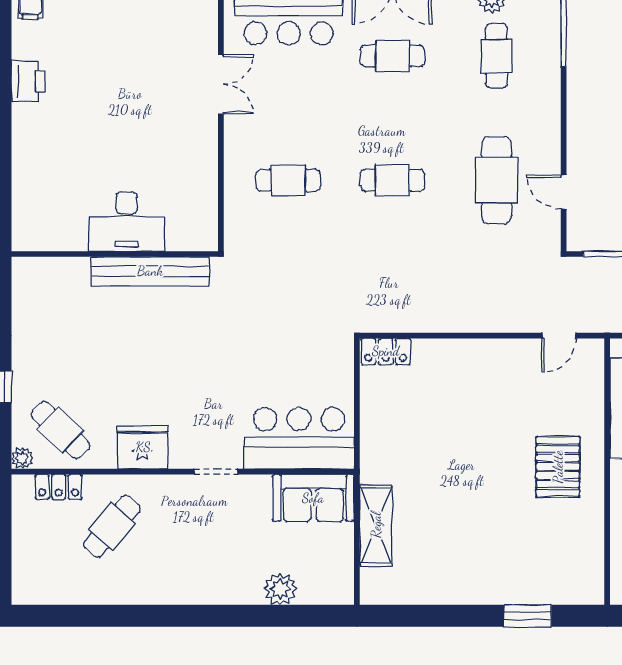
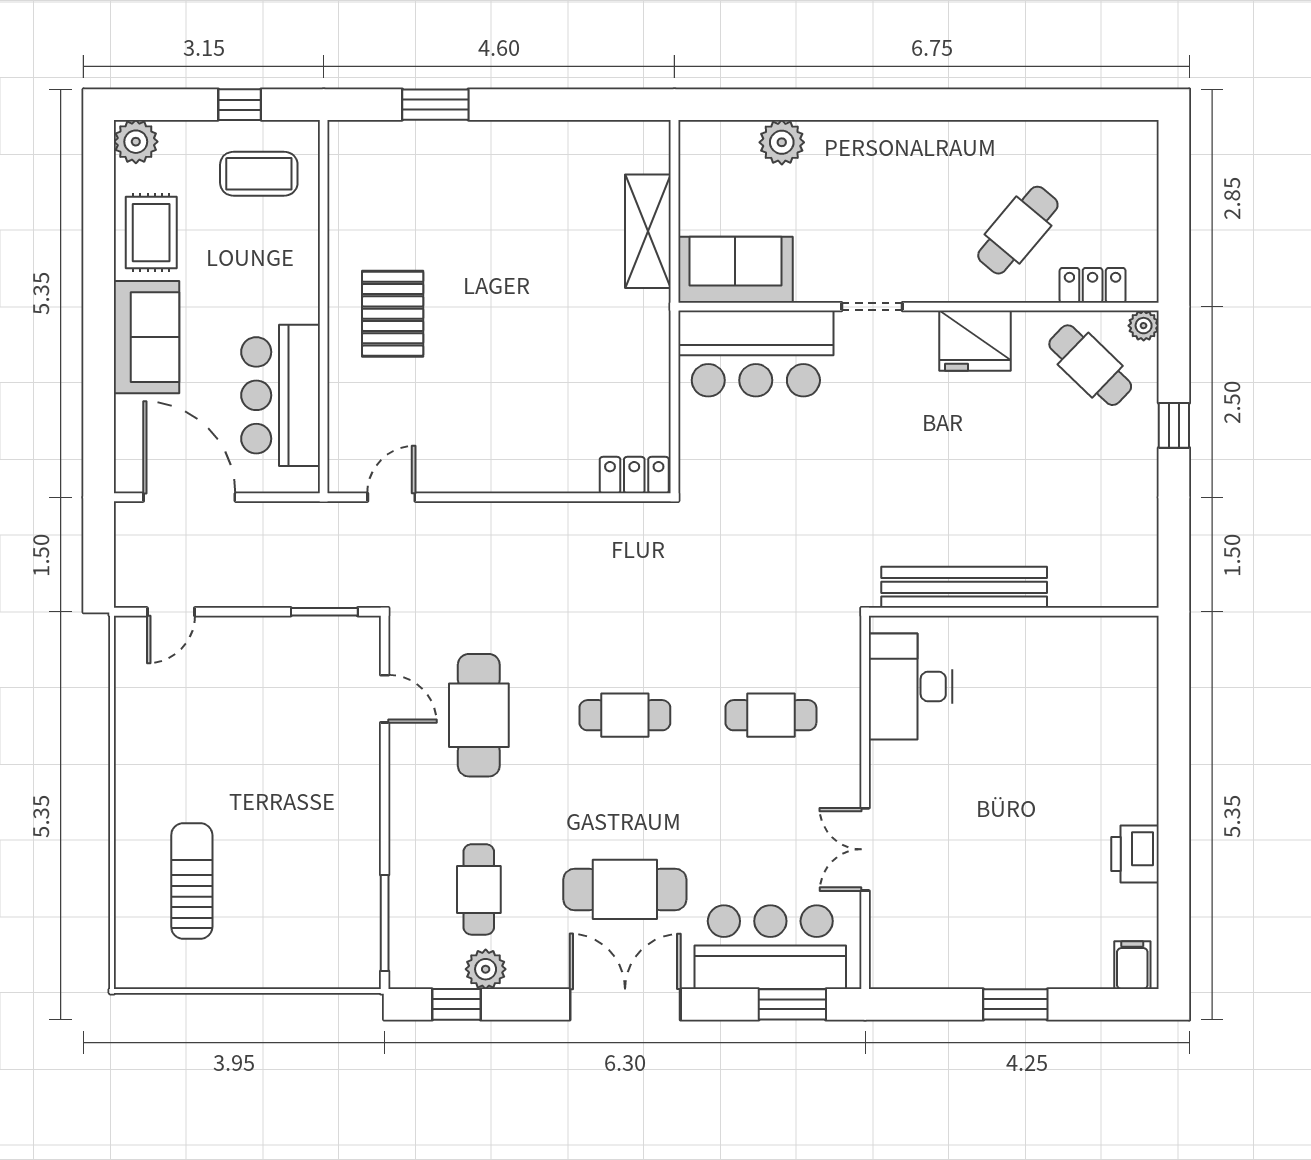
cafe table: (392, 56) -> (625, 889), width x1.37, depth x1.35
desk: (127, 222) -> (911, 686), moved, turned -90

